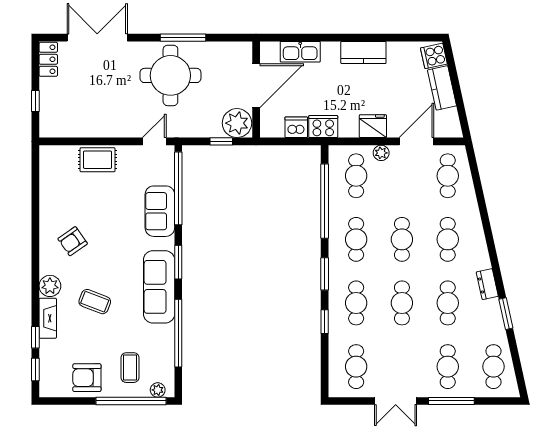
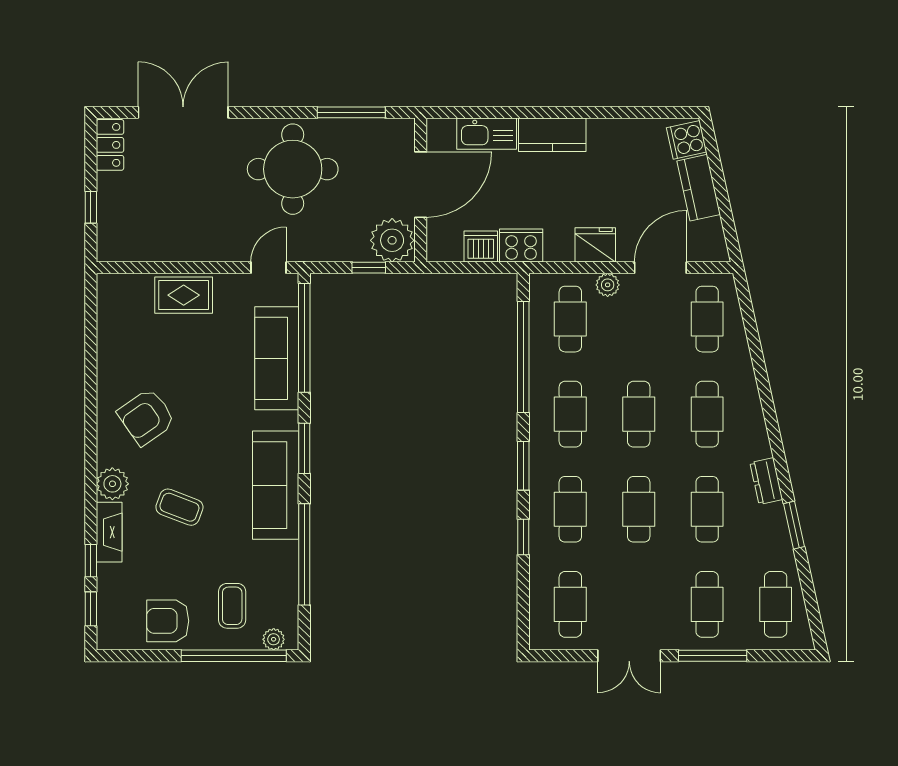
window: (183, 38) -> (351, 112), moved
kitchen counter: (363, 53) -> (552, 135), moved
sofa: (160, 211) -> (277, 358), width x1.36
armchair: (73, 241) -> (146, 417), width x1.38, depth x1.38

